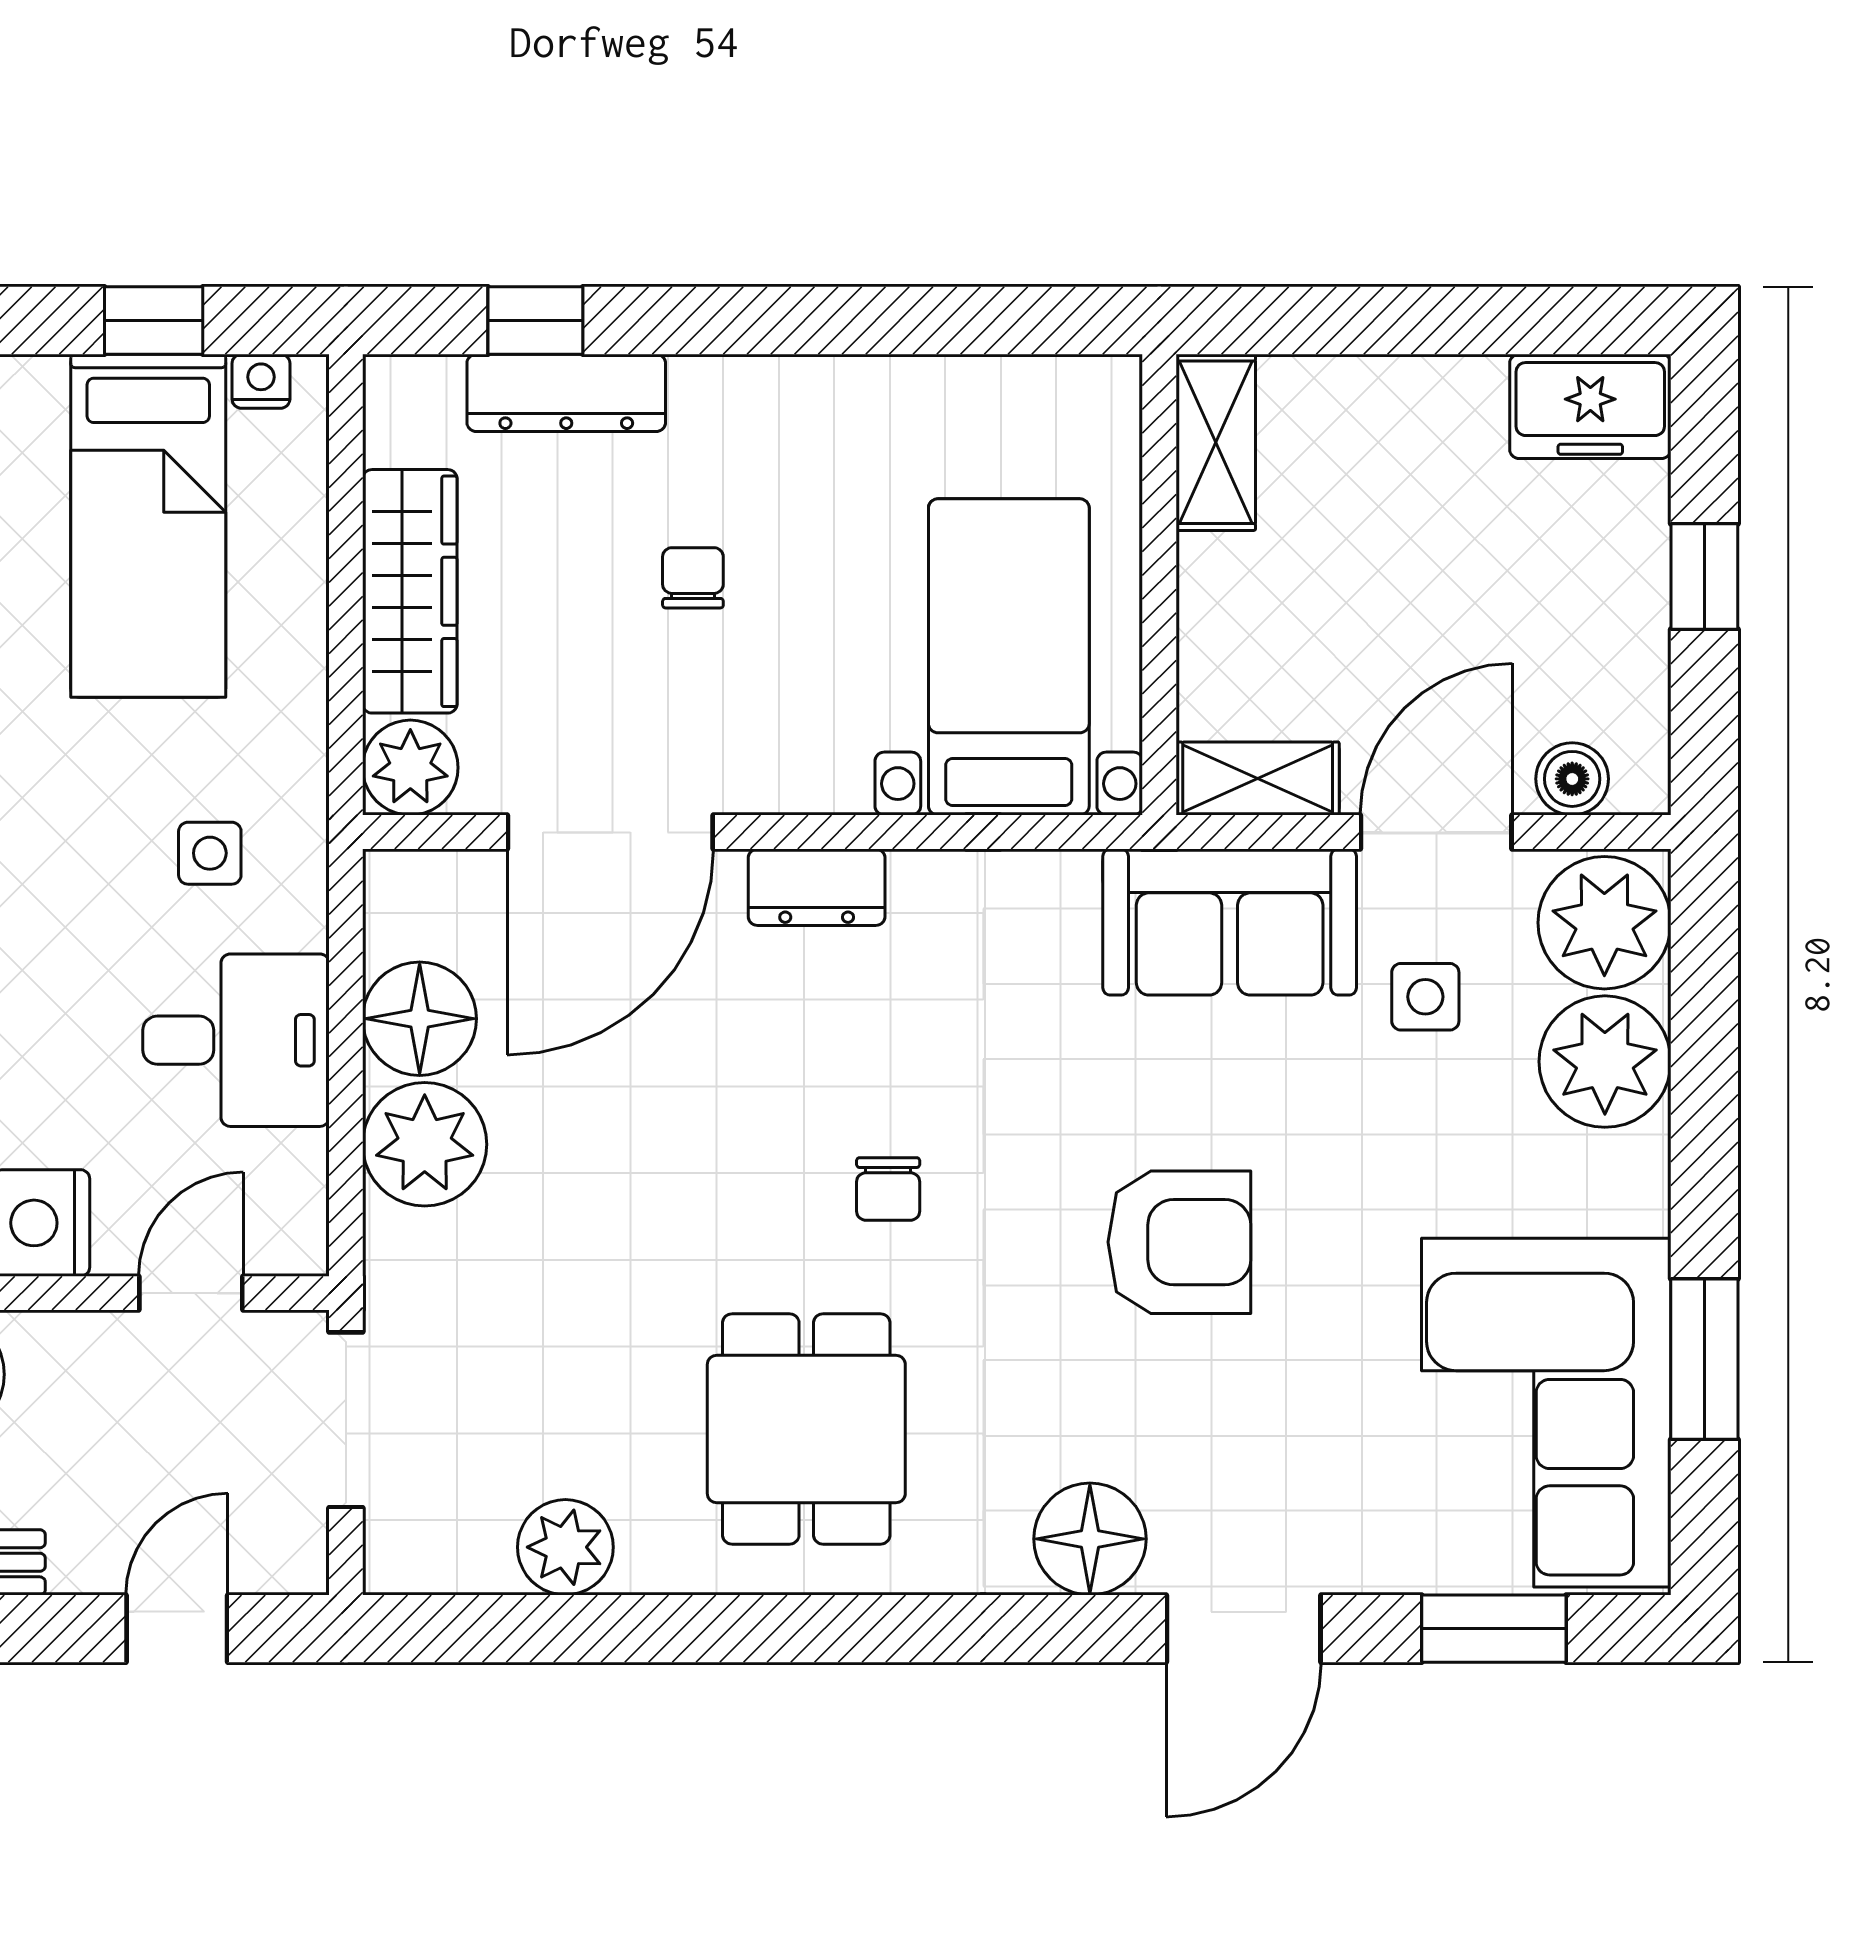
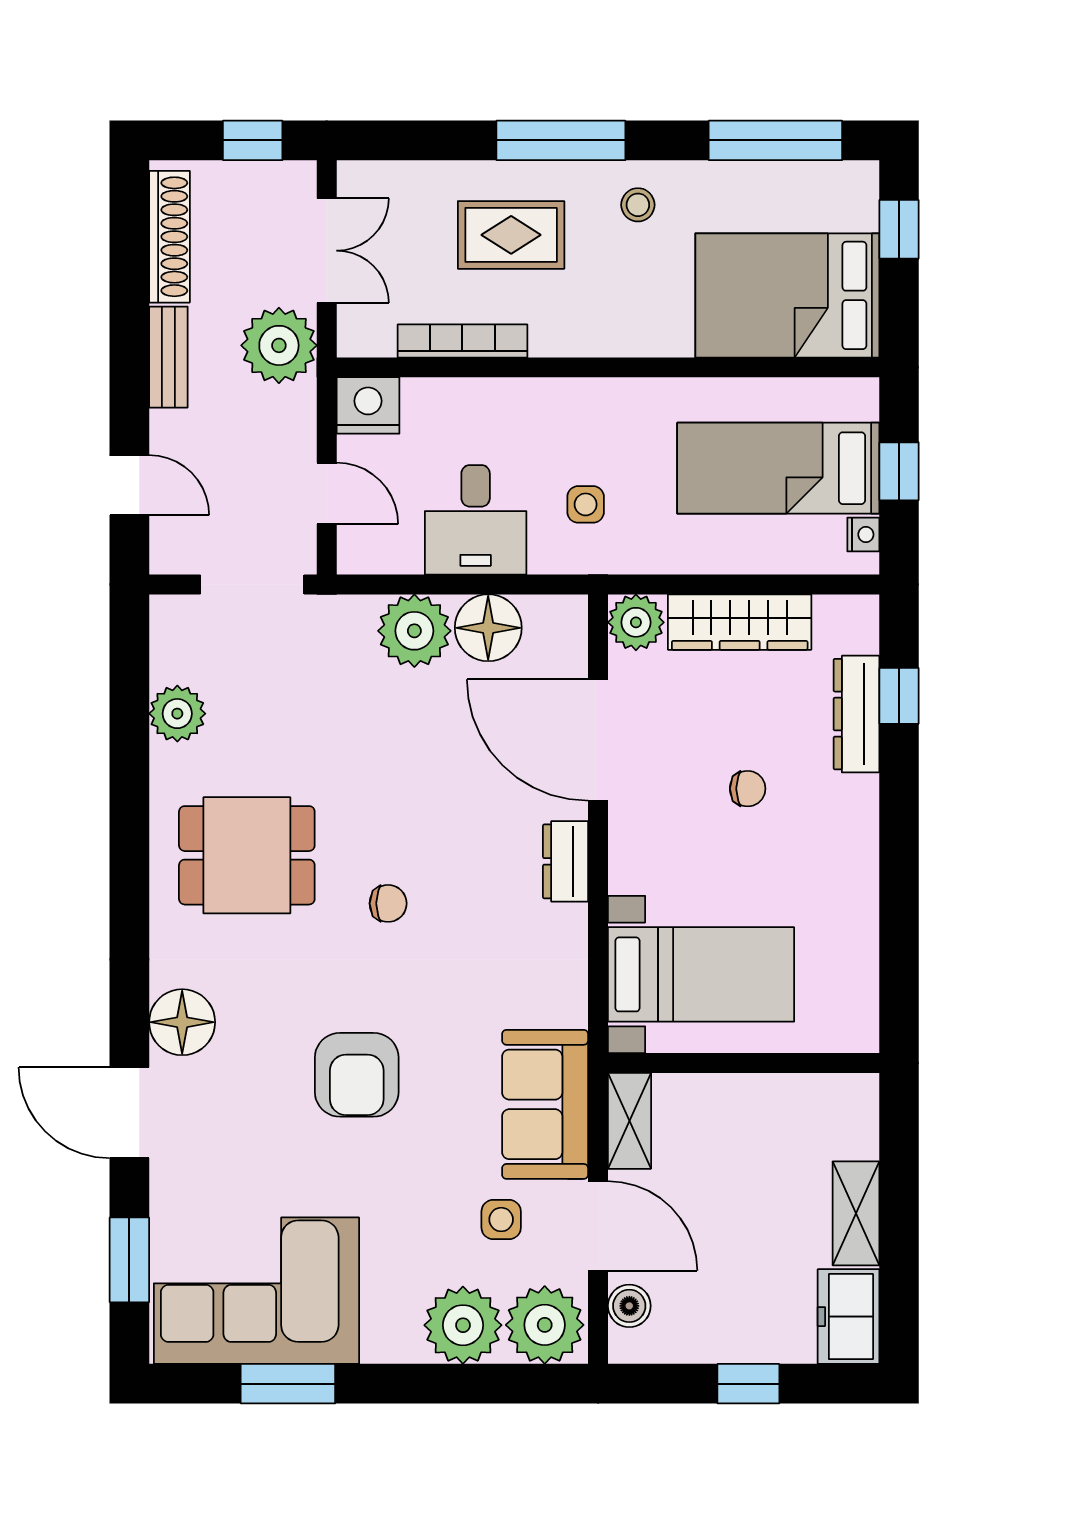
shelving: (1216, 442) -> (856, 1213), moved, turned 90
chair: (888, 1189) -> (388, 903), turned 180

